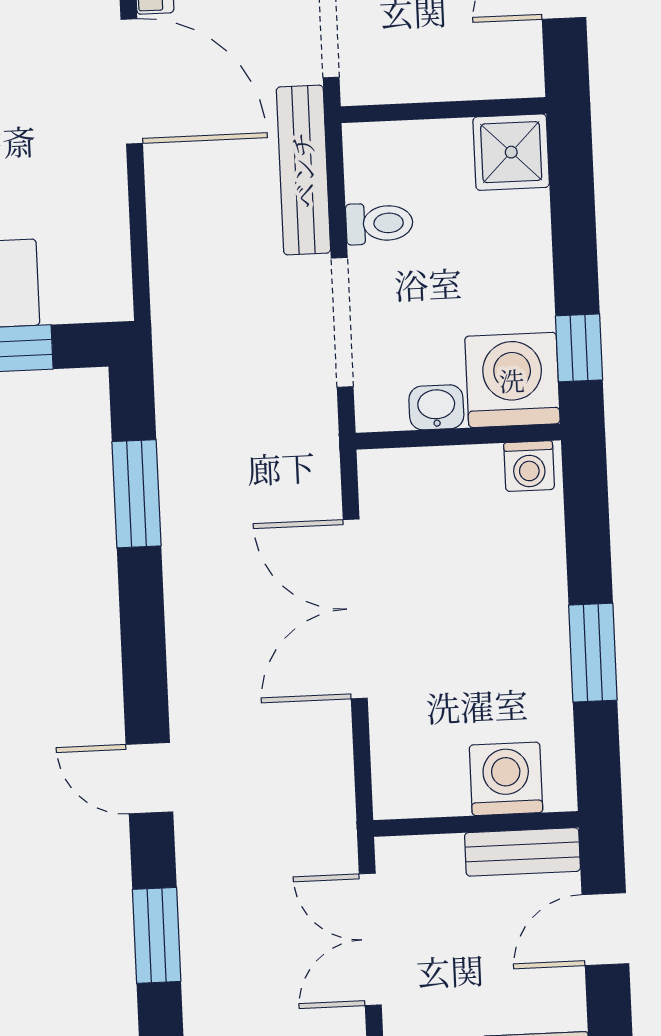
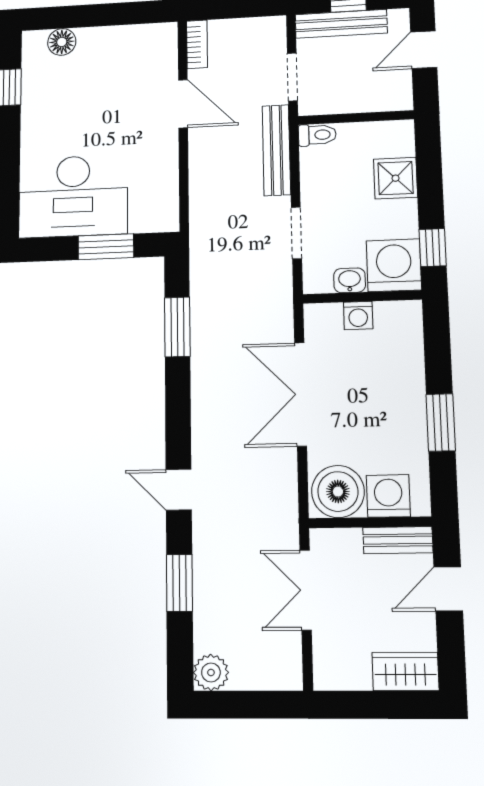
door: (132, 81) -> (183, 104), width x0.73
shower: (511, 152) -> (396, 178), moved
toilet: (379, 223) -> (317, 135), moved
doorway: (342, 322) -> (296, 233), width x0.73
washing machine: (529, 466) -> (358, 316), moved
boiler: (422, 774) -> (338, 492), added

